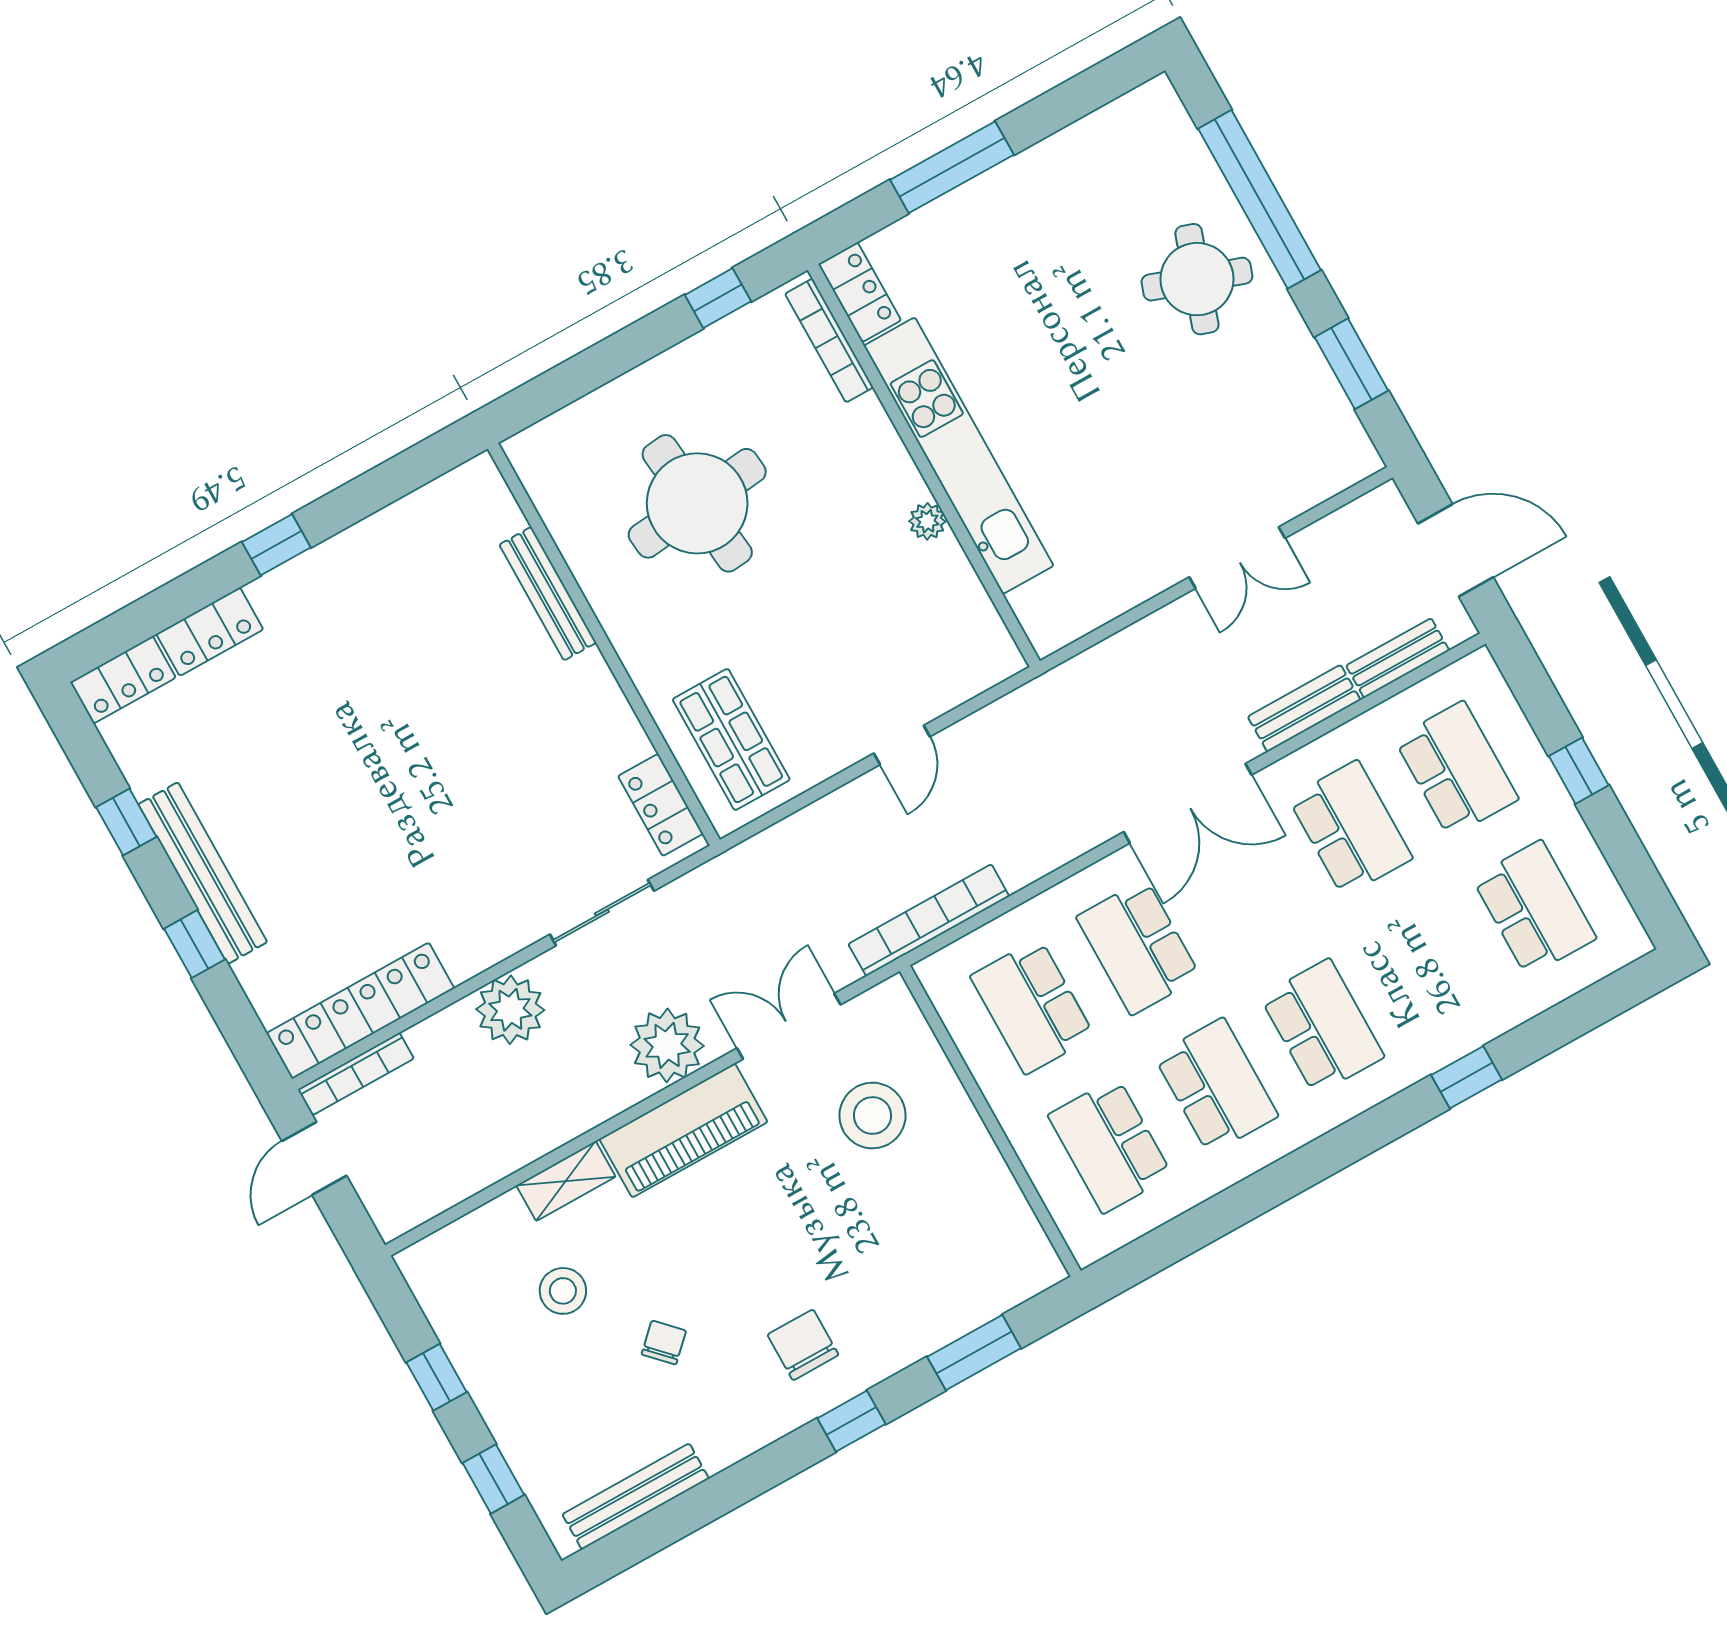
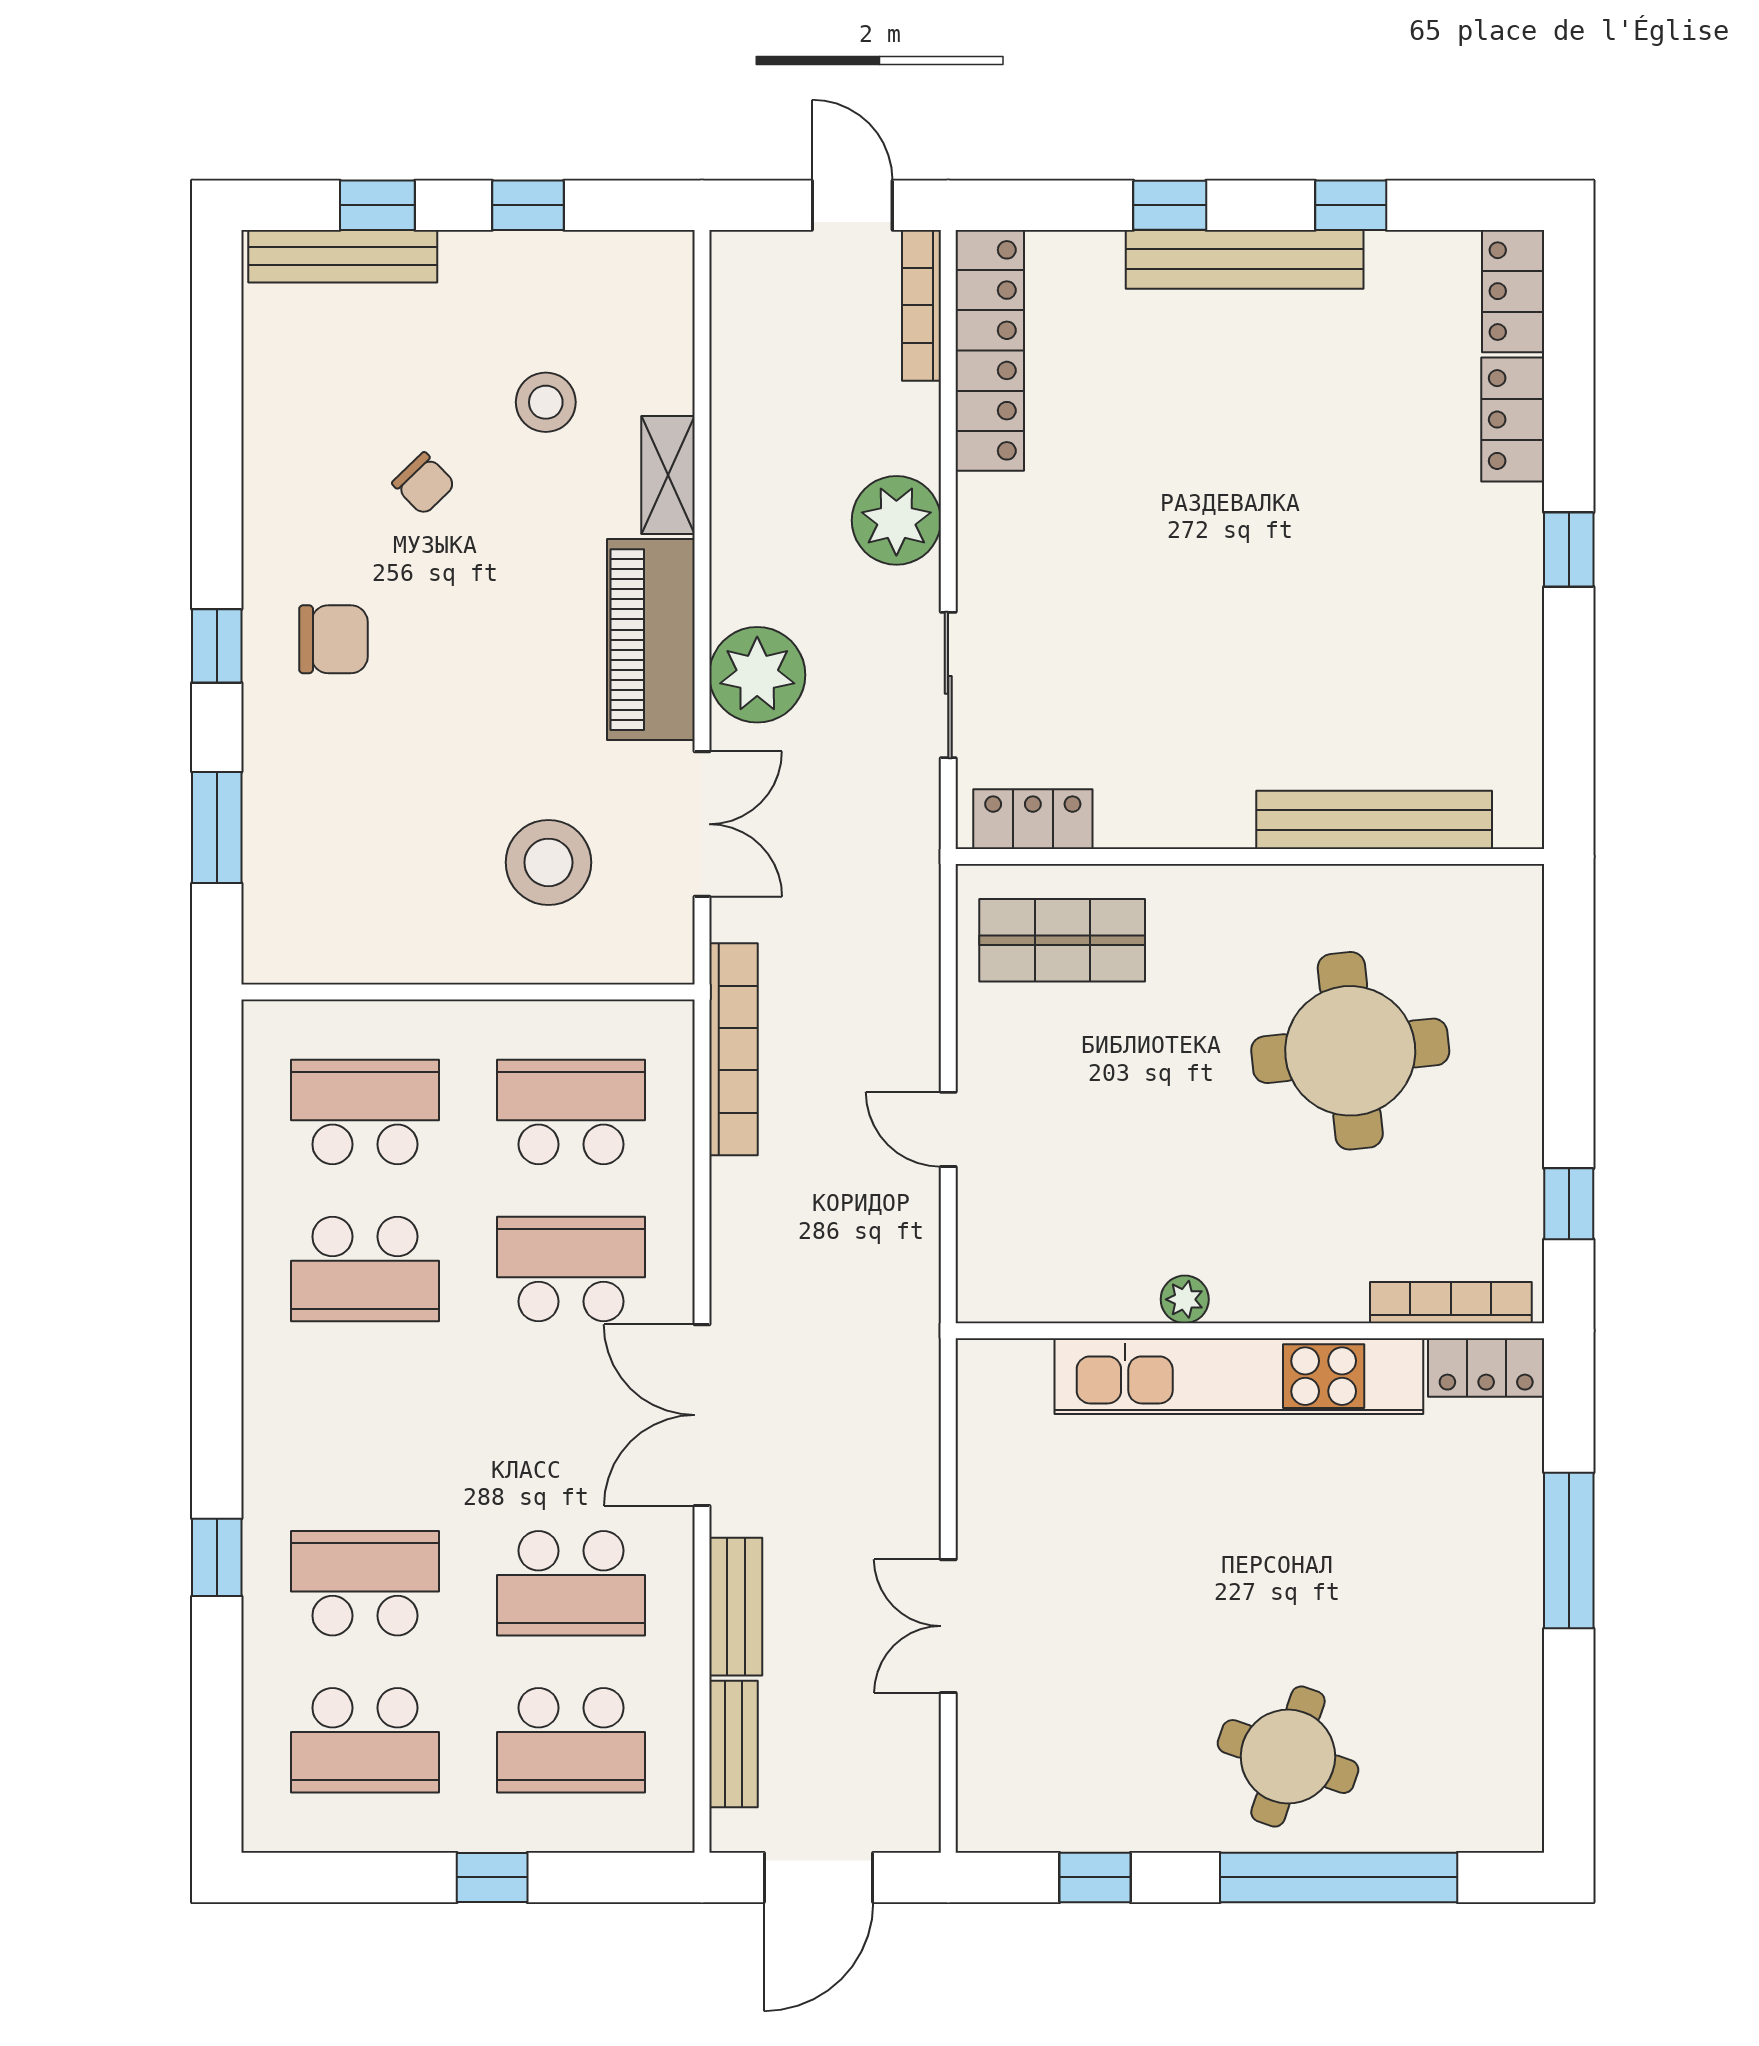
window: (1351, 364) -> (1095, 1877), width x0.67
bench: (548, 594) -> (1374, 820), width x1.37, depth x1.21
school desk: (1322, 1027) -> (365, 1583), moved, turned 180
bench: (636, 1496) -> (343, 256), moved, turned 90

